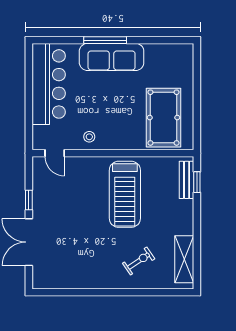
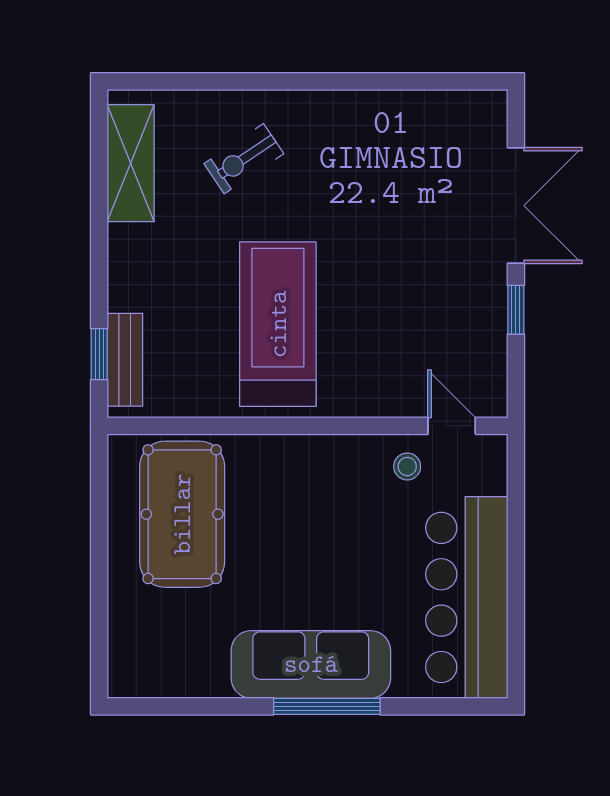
stool: (89, 137) -> (407, 466), moved

